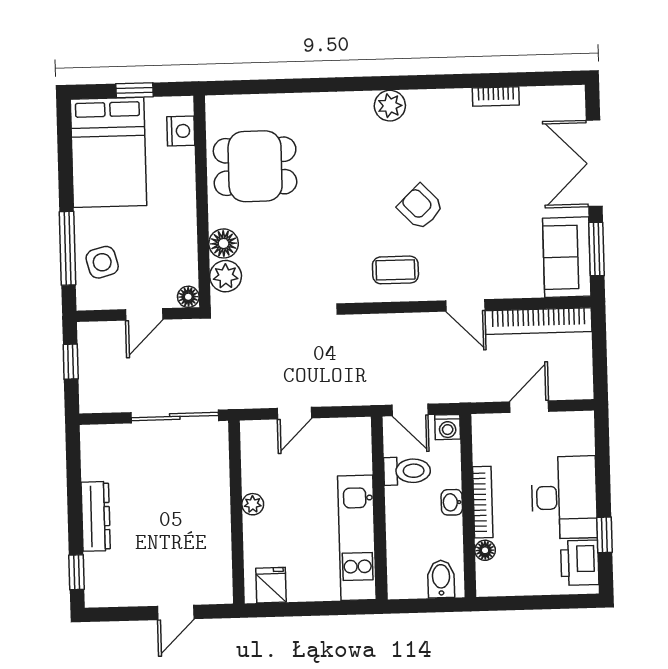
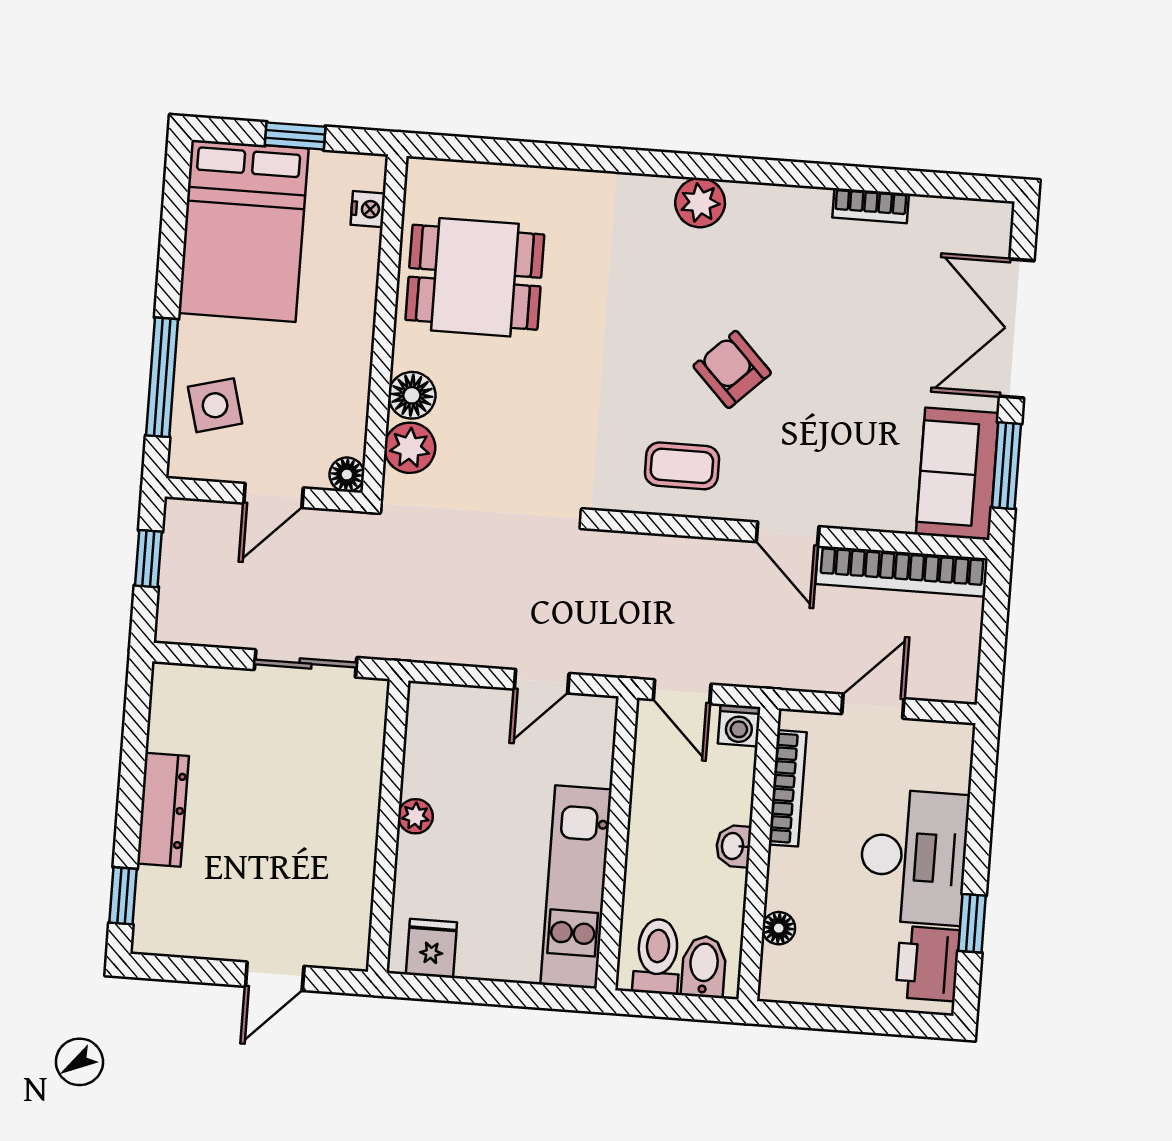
nightstand: (181, 131) -> (368, 209), width x0.72, depth x0.74
door: (294, 413) -> (542, 681), moved
sliding door: (175, 417) -> (306, 663), width x0.73
toilet: (407, 471) -> (657, 956), moved, turned -90
bookcase: (483, 502) -> (788, 788), moved

